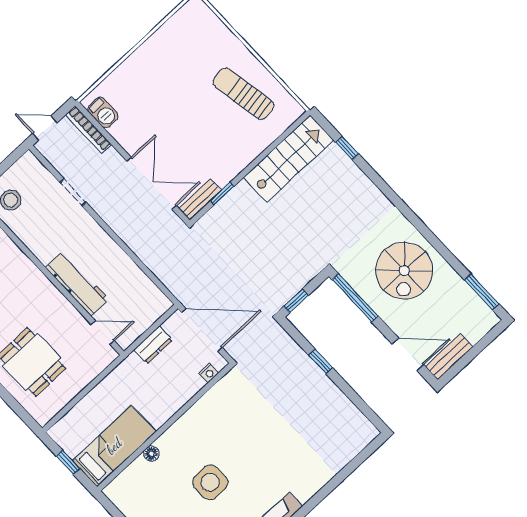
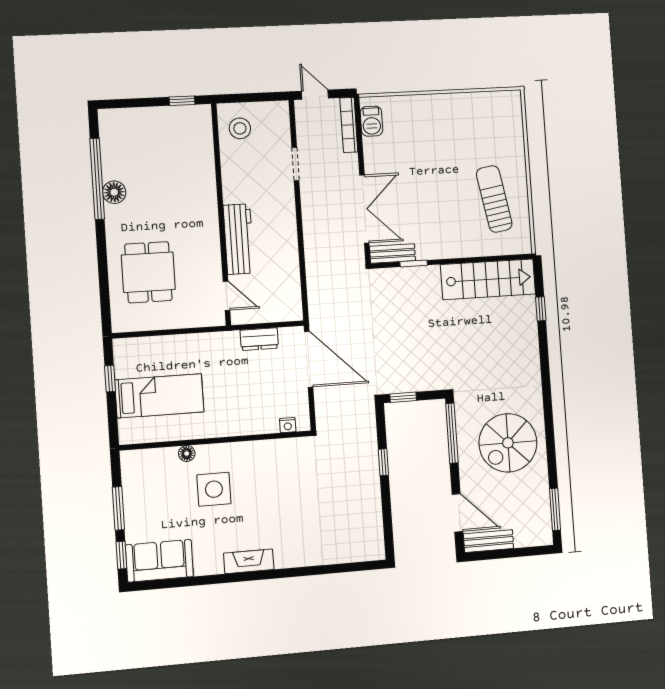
nightstand: (209, 373) -> (288, 425), moved
wall: (165, 427) -> (216, 441), moved
floor lamp: (151, 454) -> (187, 454), moved

